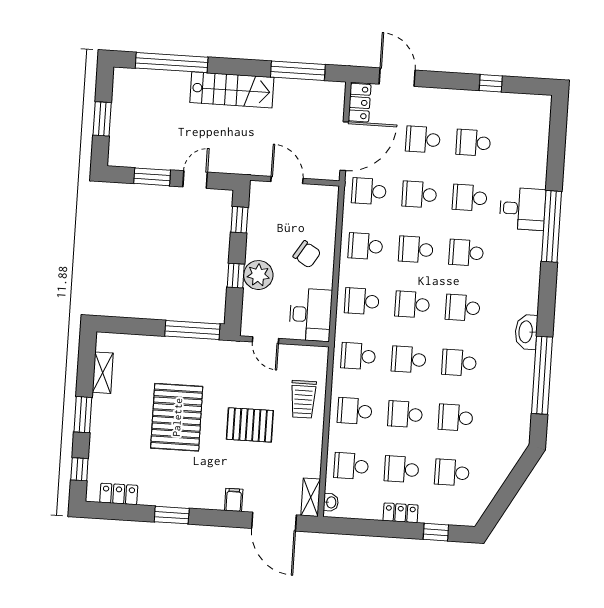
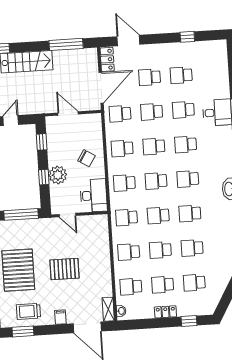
trolley: (303, 399) -> (29, 311), moved, turned 90

